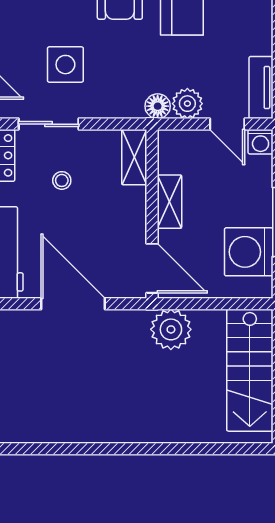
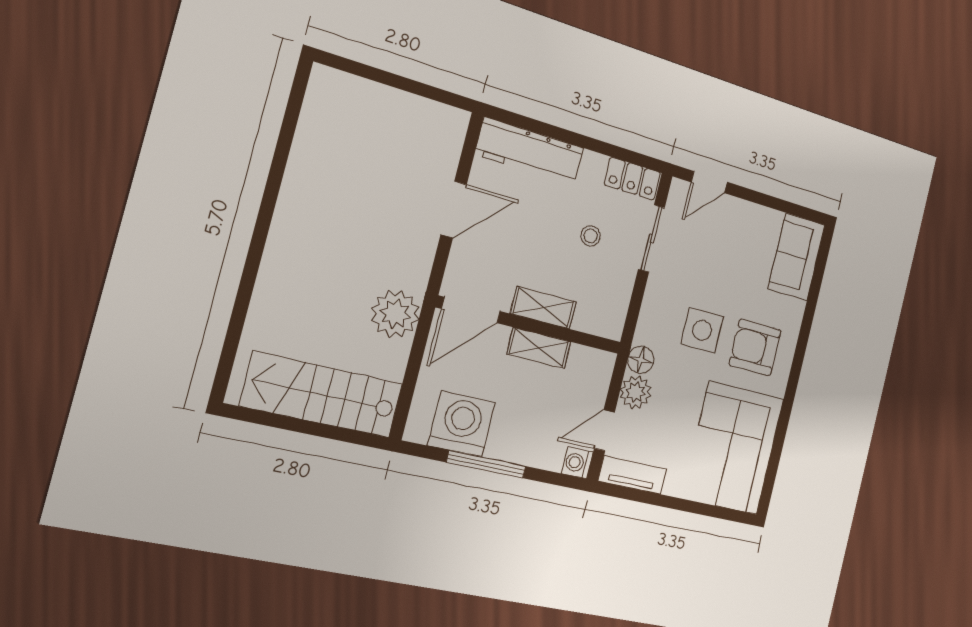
side table: (65, 65) -> (702, 330), moved
shelving: (134, 157) -> (543, 308), moved
door: (73, 304) -> (454, 210), width x0.73

